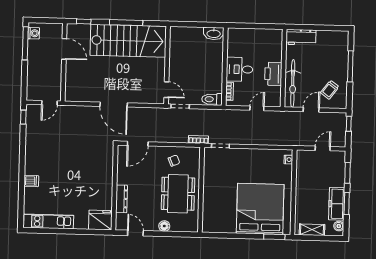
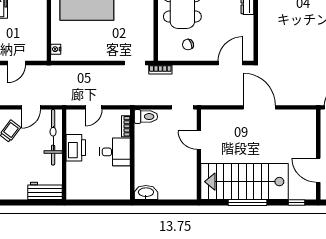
door: (166, 90) -> (199, 140), moved

